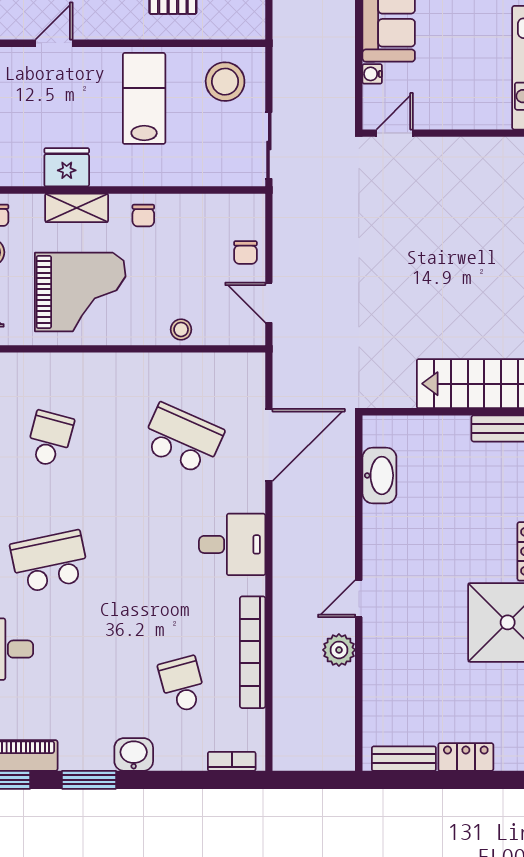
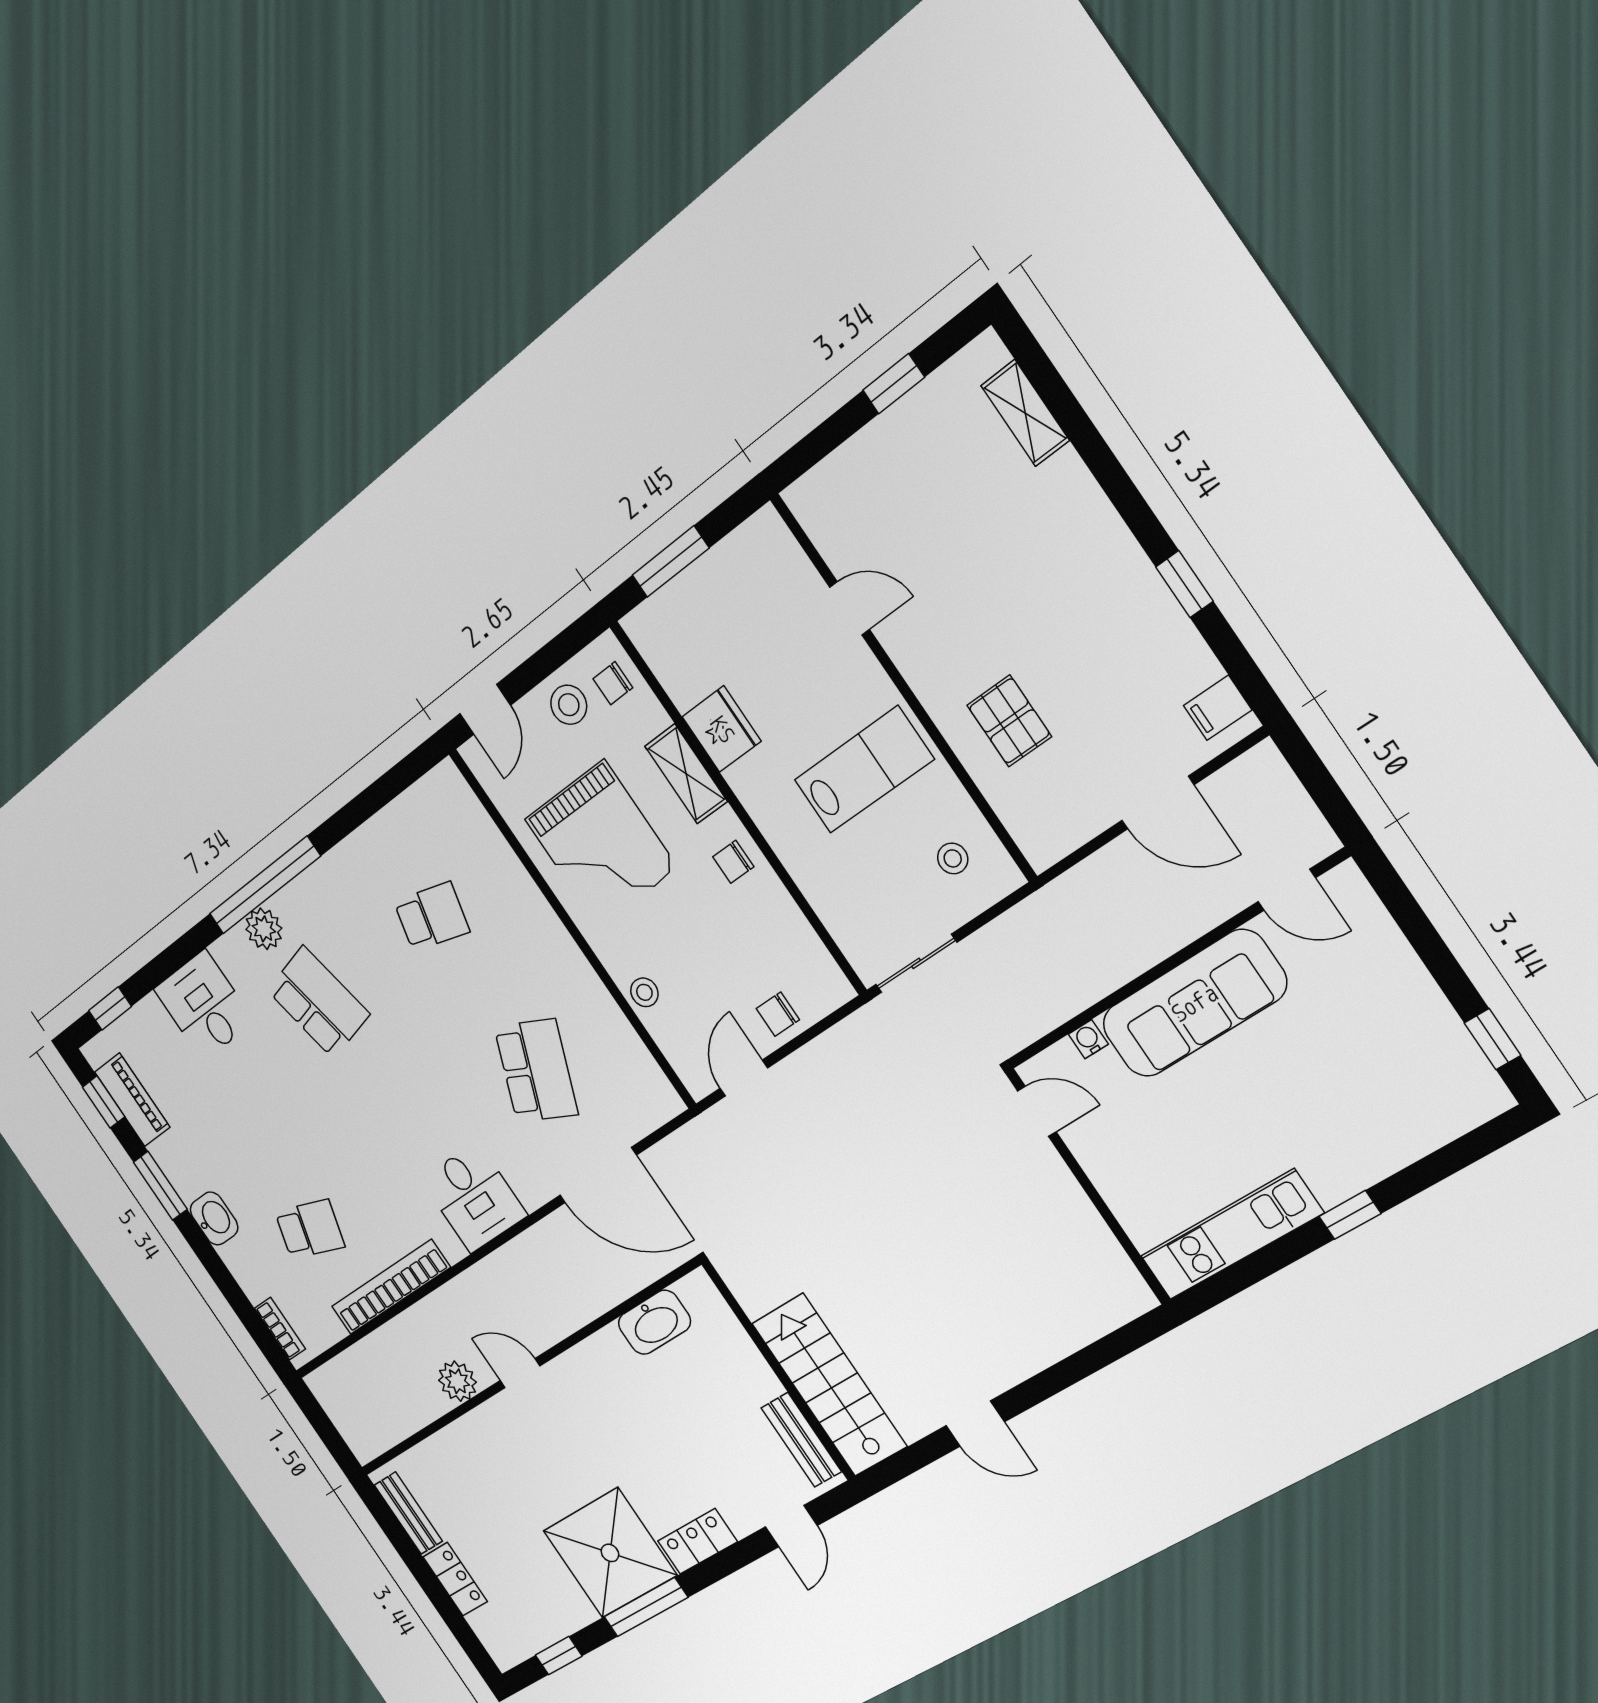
stool: (225, 82) -> (953, 858), width x0.53, depth x0.53
school desk: (182, 684) -> (310, 1229), turned 33

